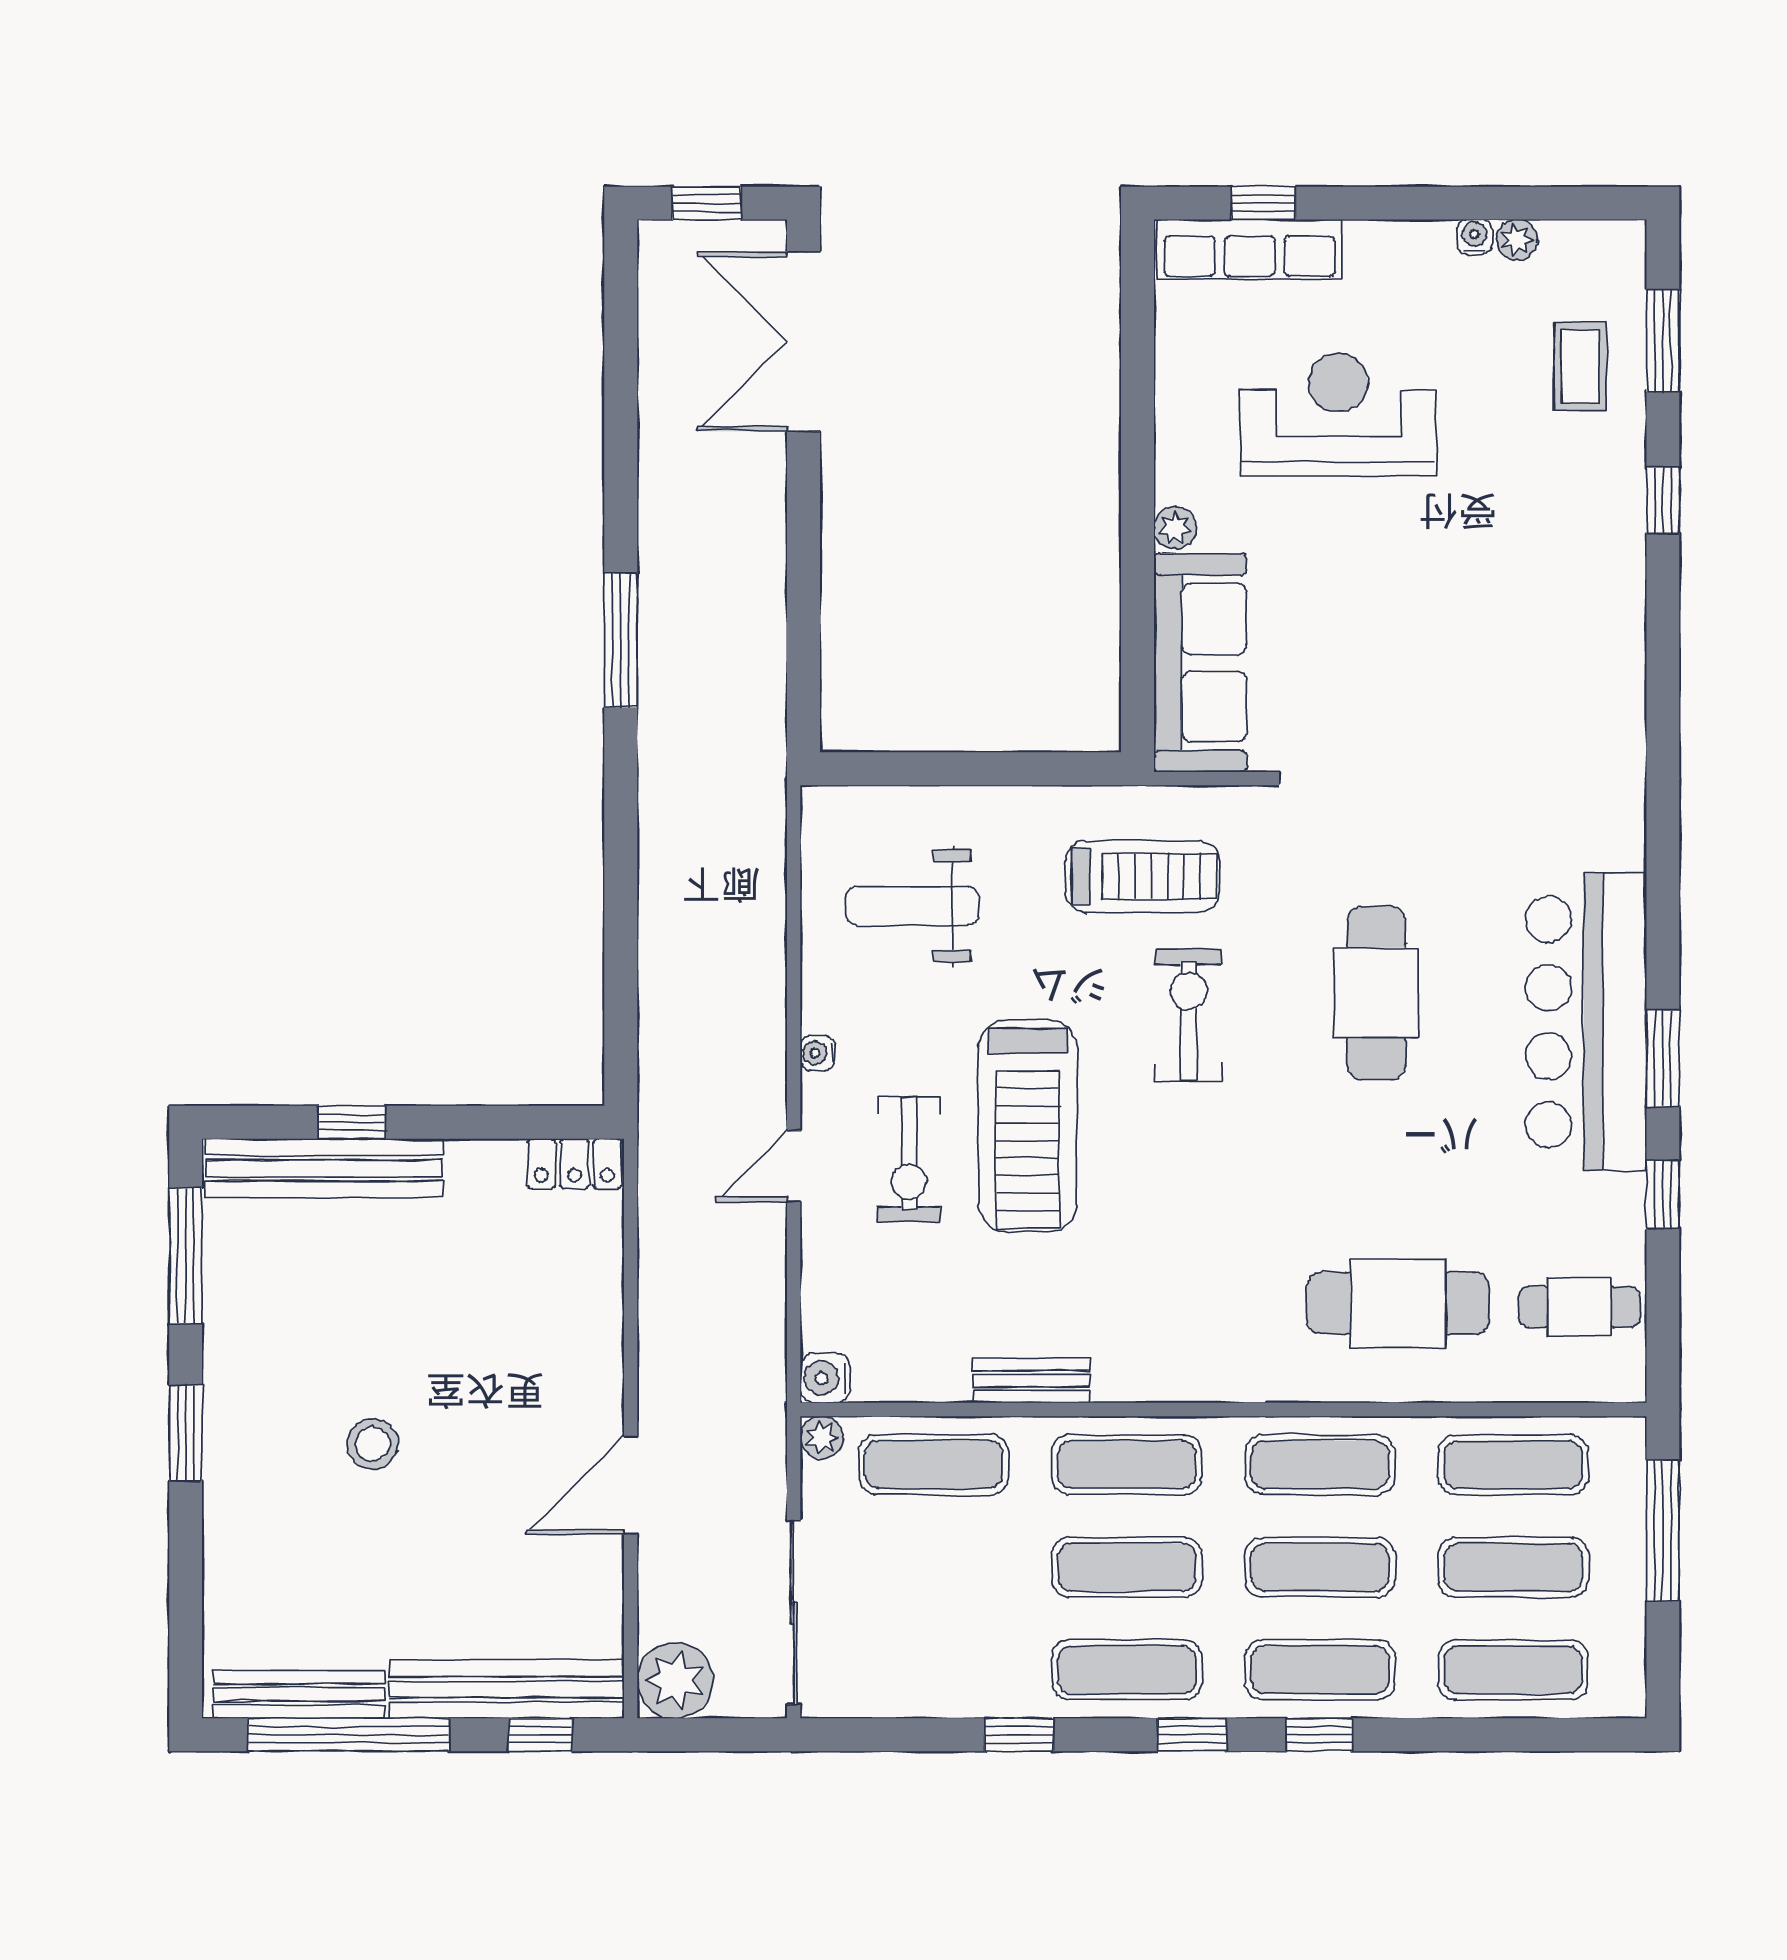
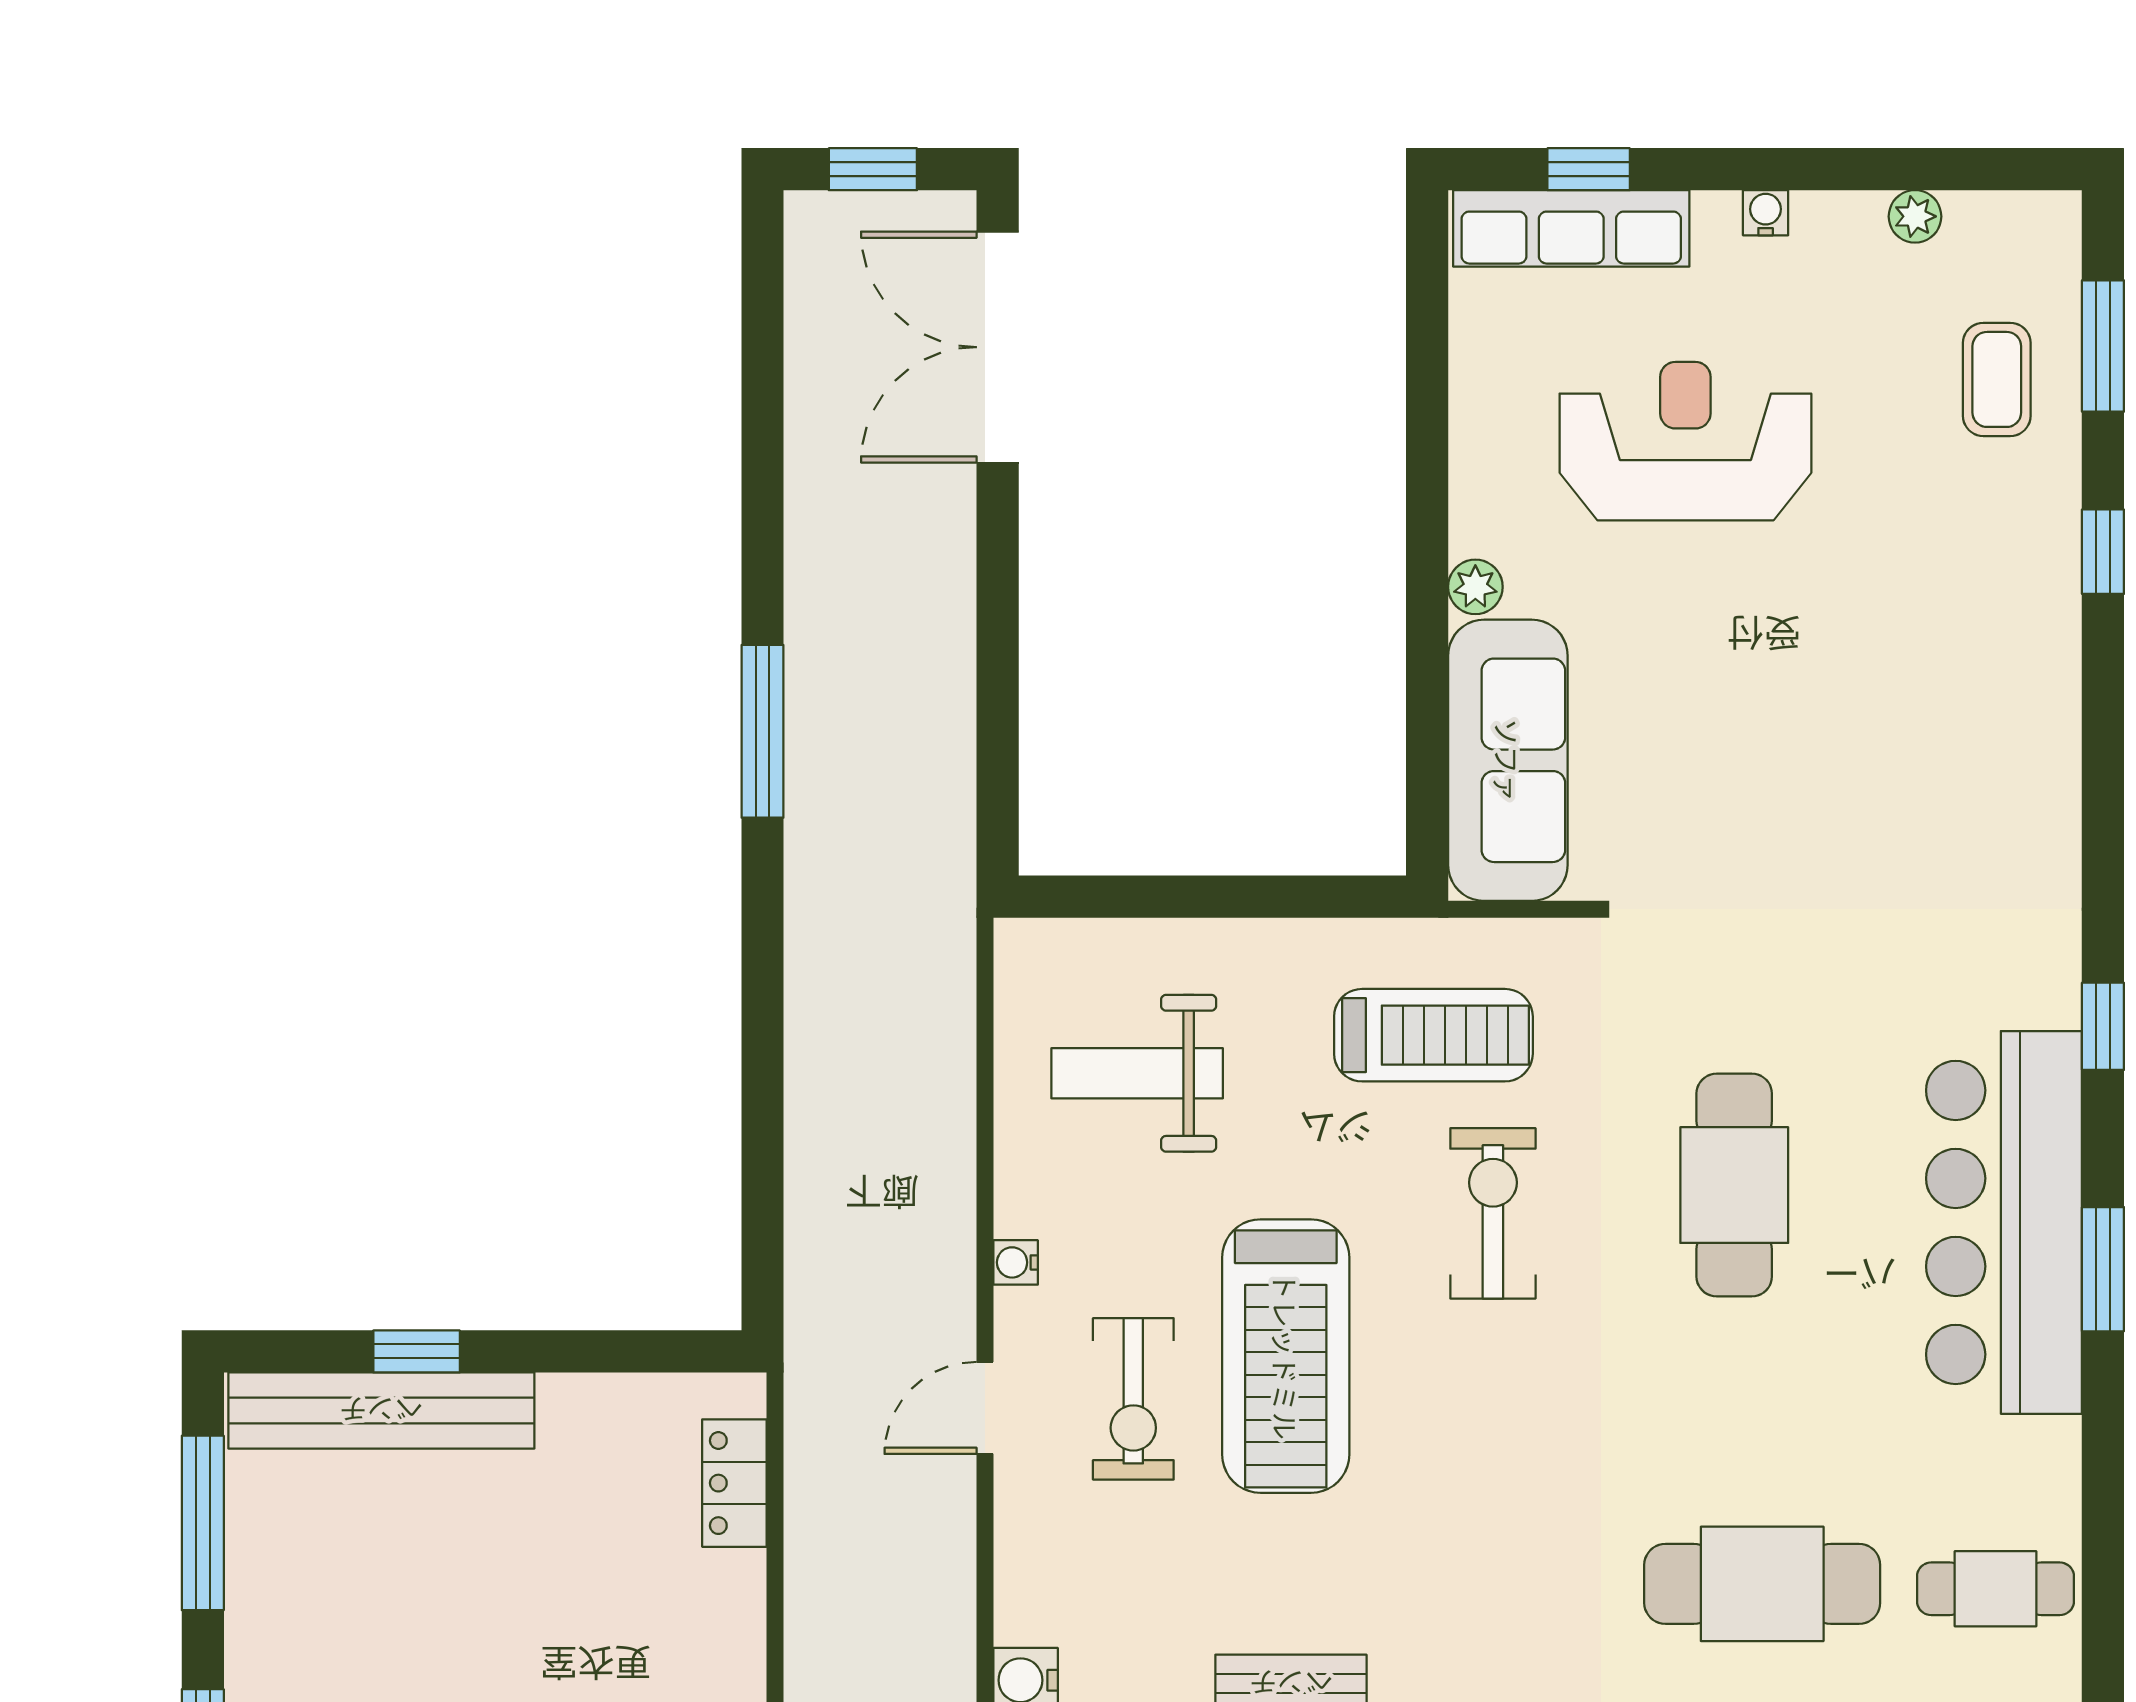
water cooler: (1474, 237) -> (1766, 213), moved
locker: (574, 1164) -> (734, 1483), moved, turned 90
window: (1663, 1195) -> (2103, 1026), moved

